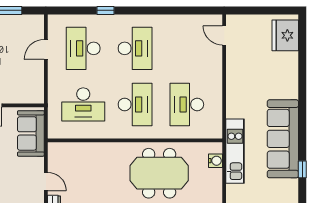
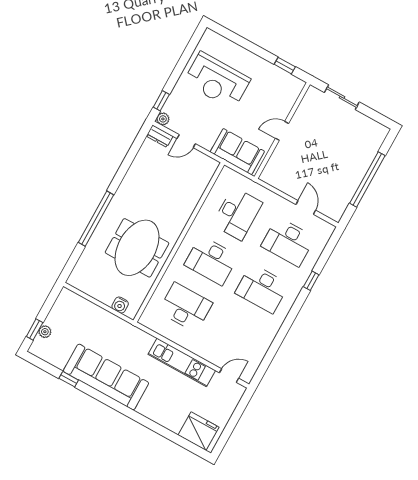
desk: (83, 48) -> (288, 242), turned 180
desk: (83, 104) -> (237, 214), turned 180
kitchen unit: (235, 151) -> (182, 362), moved

